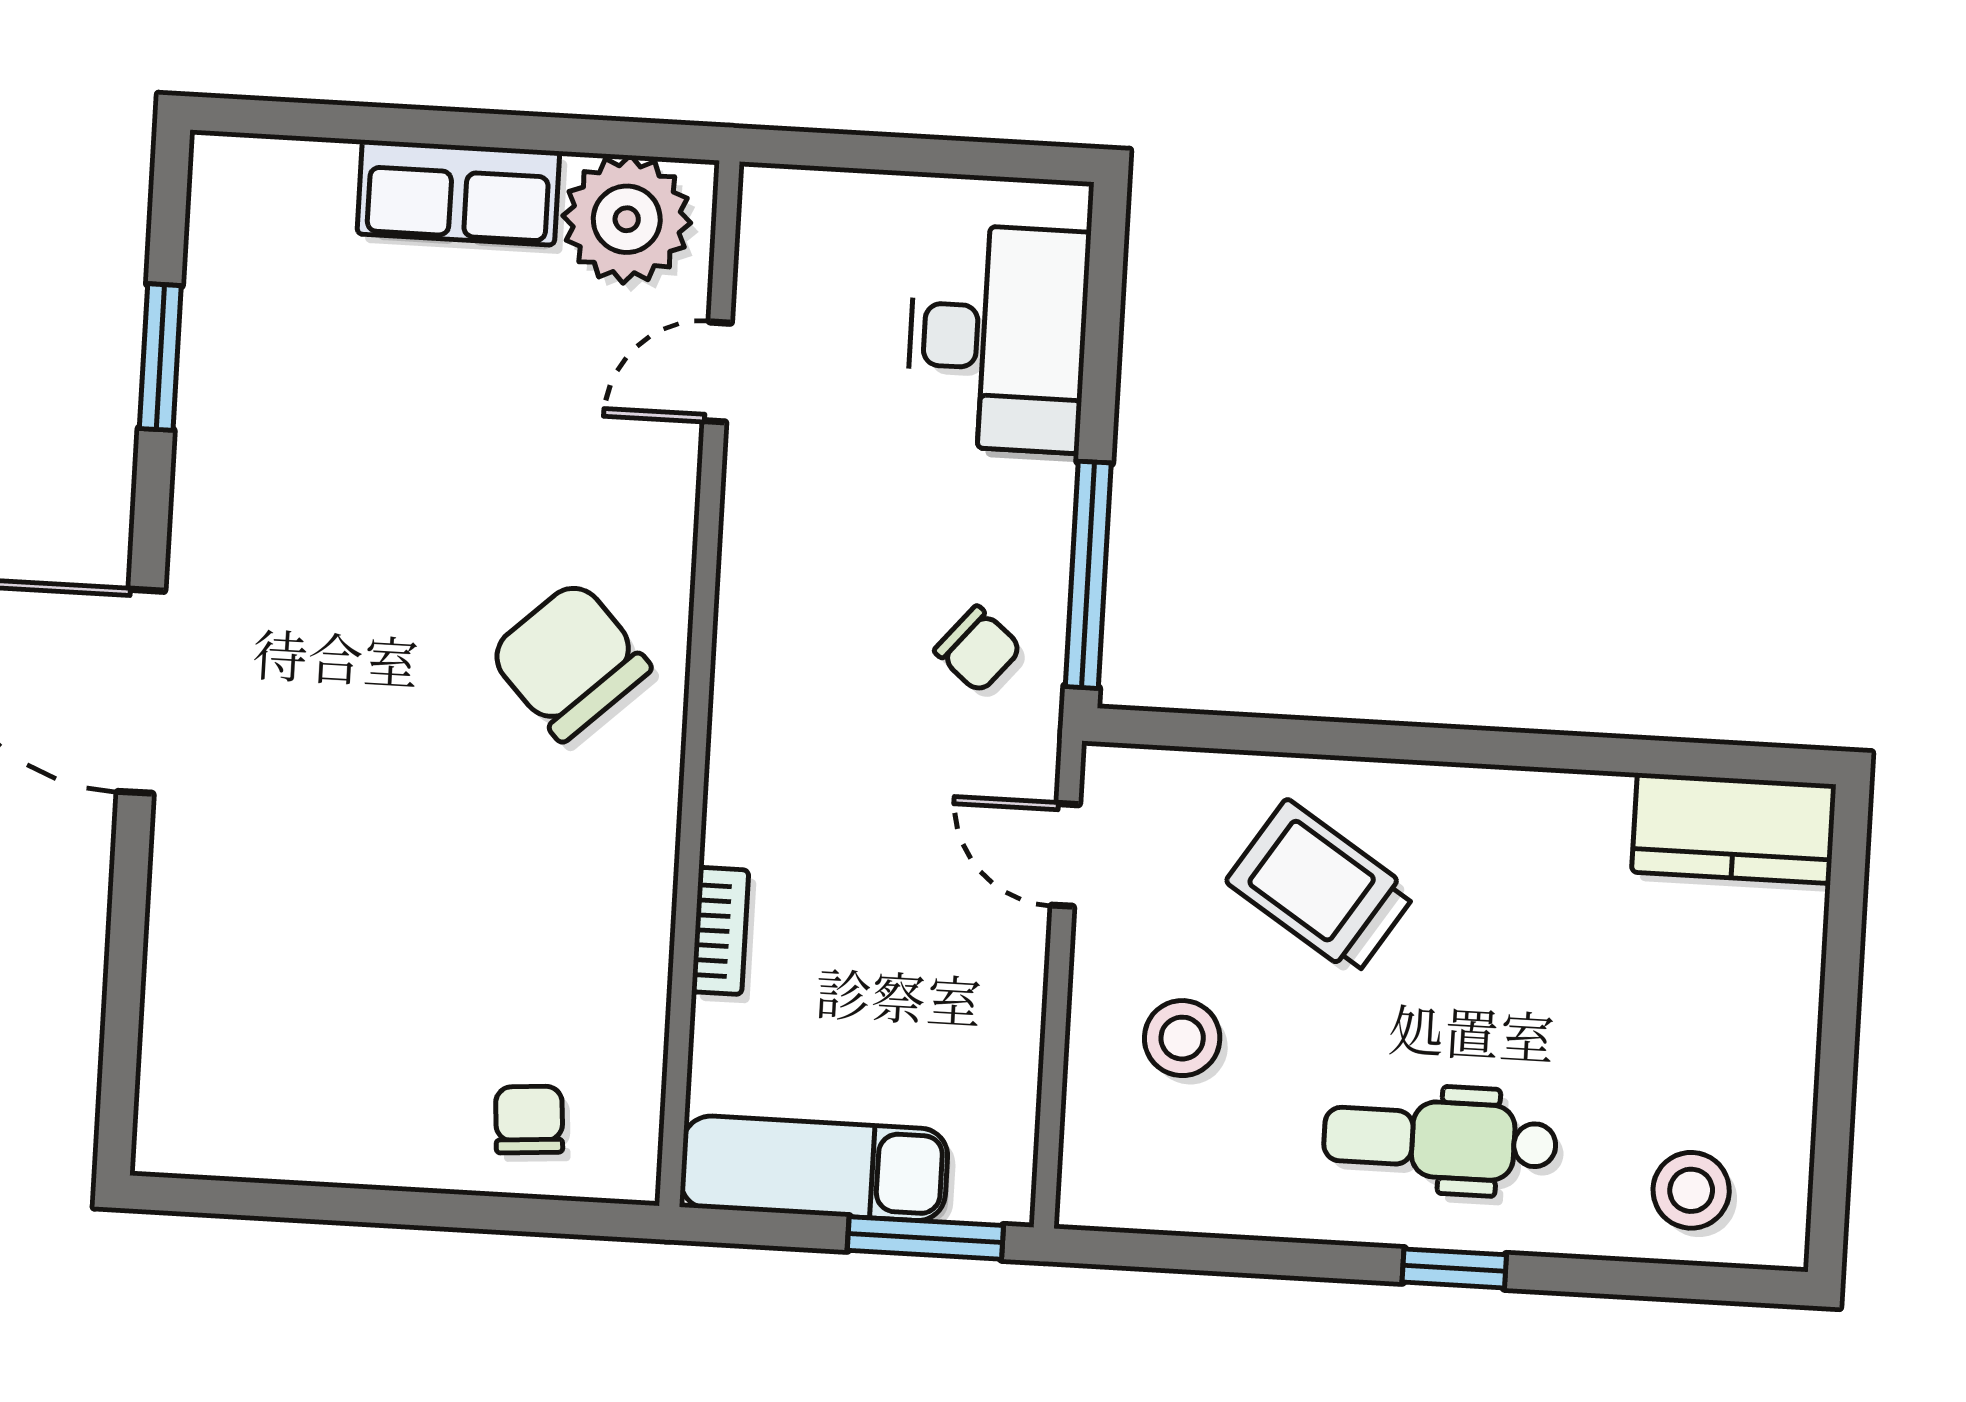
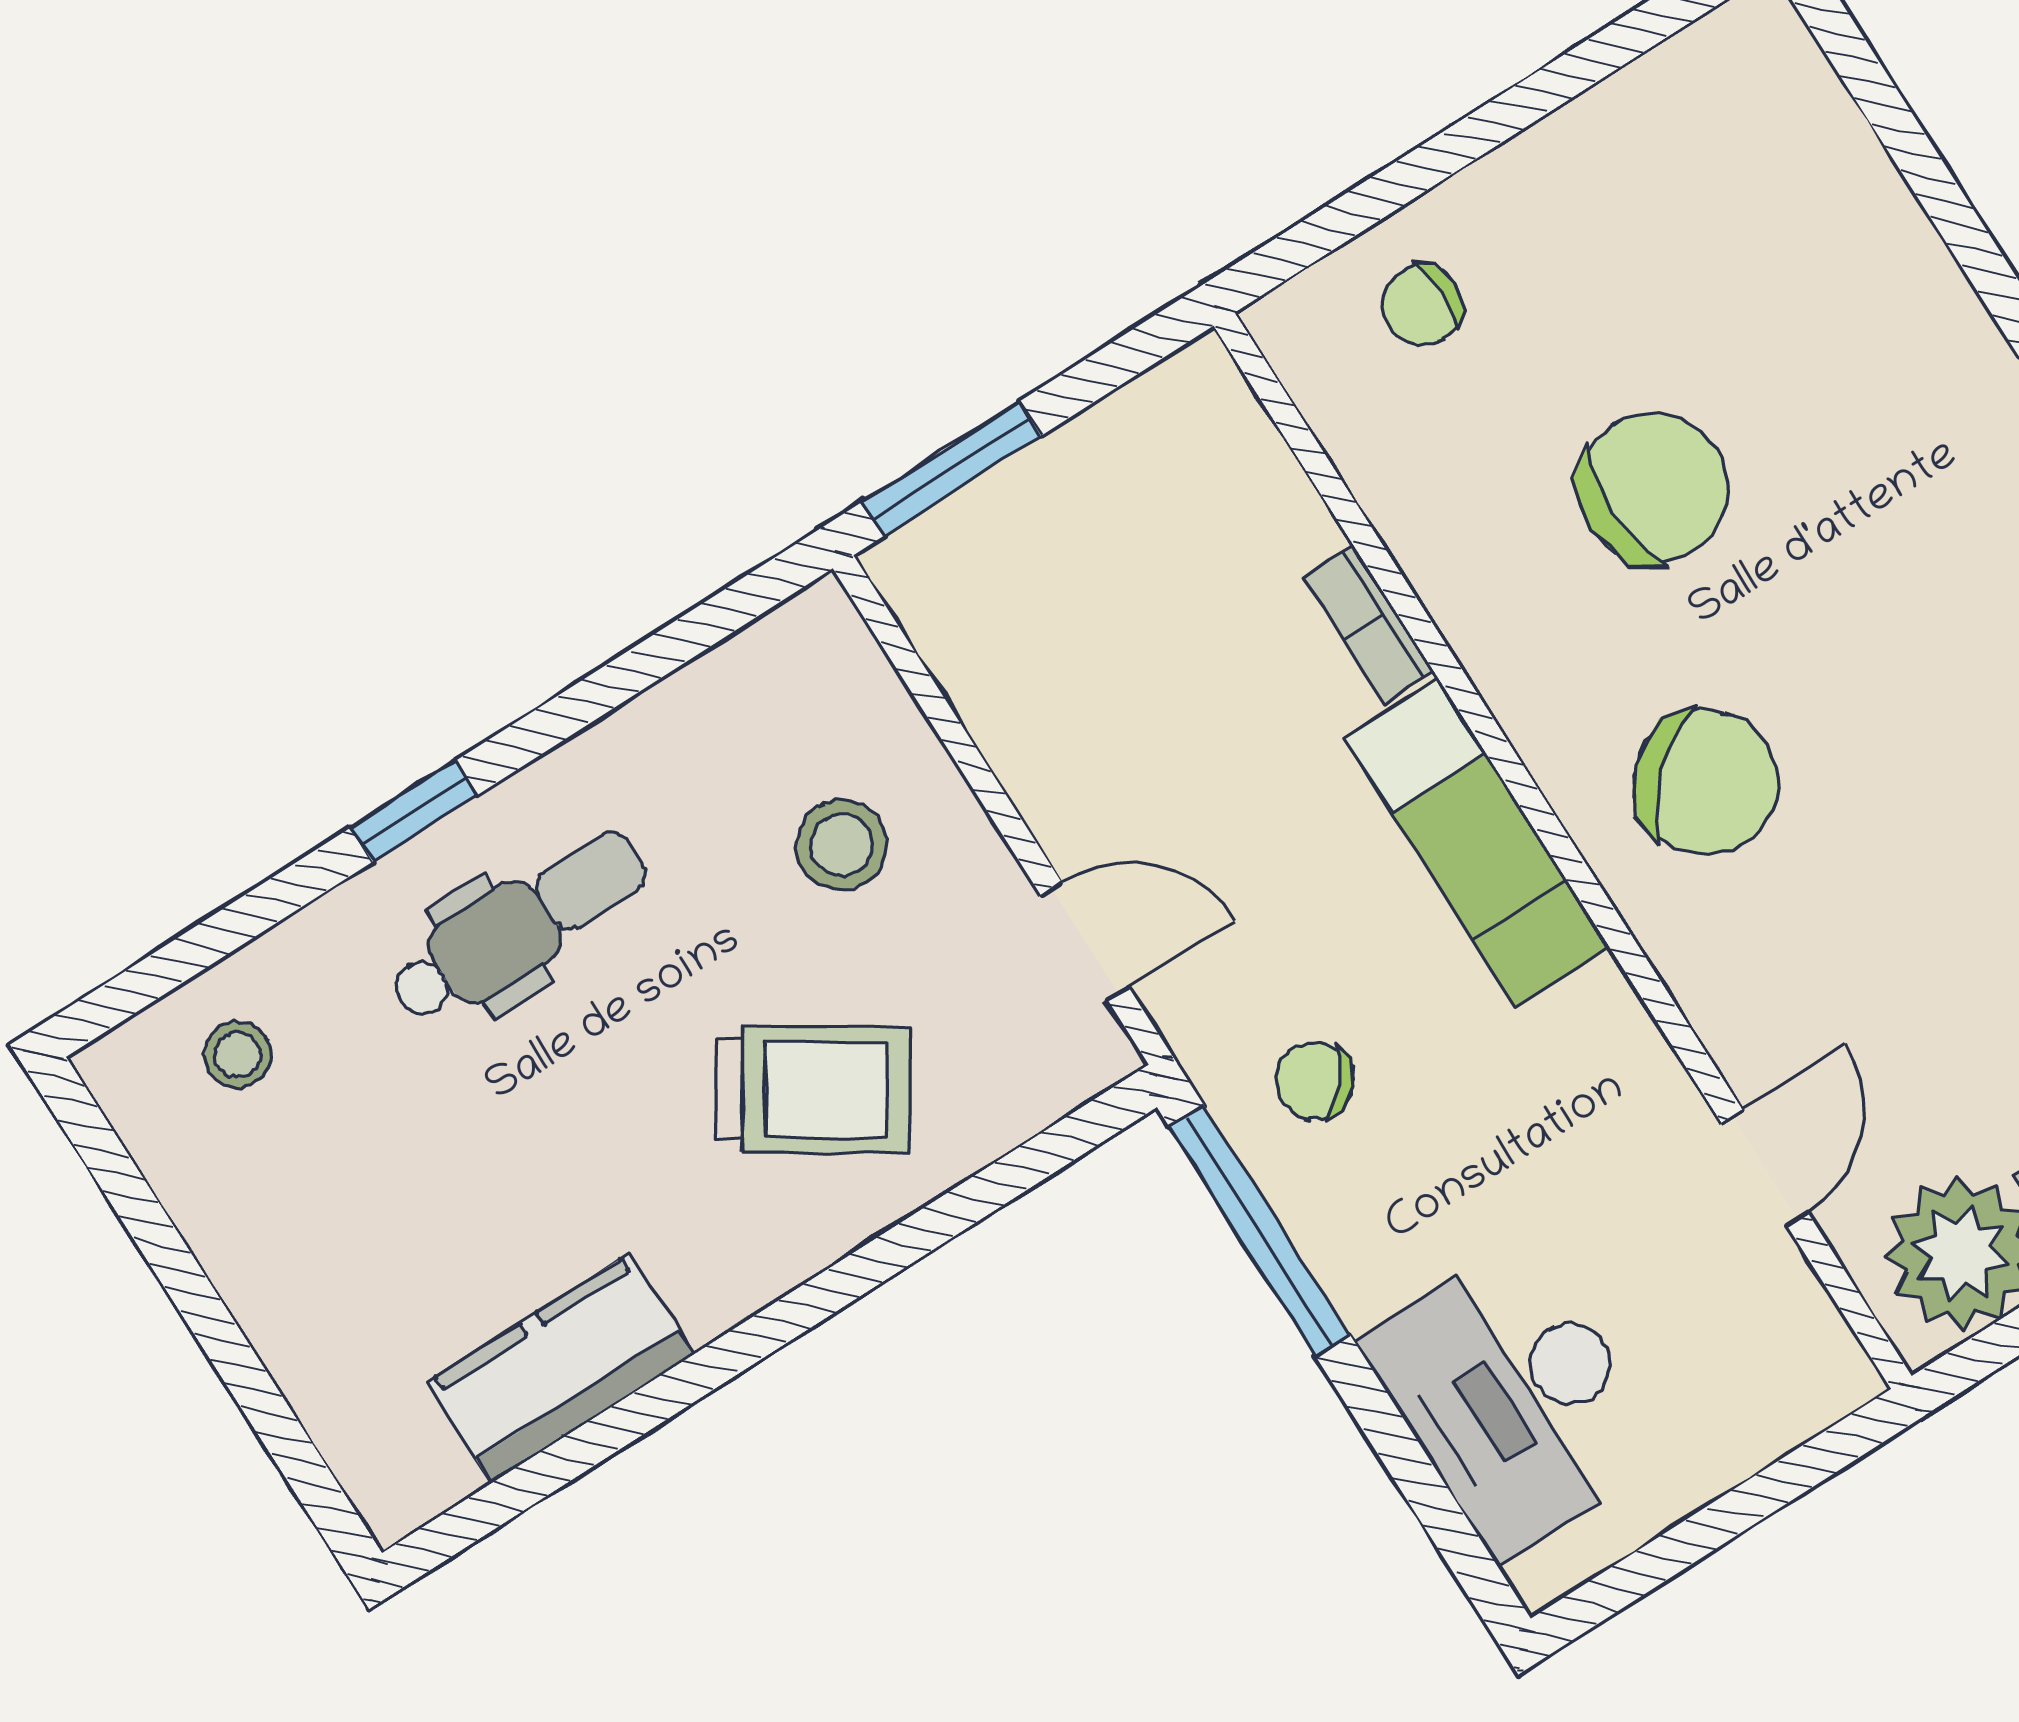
kitchen counter: (1734, 828) -> (560, 1368), moved
chair: (462, 884) -> (1653, 488), added
chair: (529, 1120) -> (1422, 305), turned 94
exam couch: (814, 1168) -> (1477, 843), moved, turned 90
stool: (1691, 1190) -> (237, 1055), width x0.73, depth x0.73

